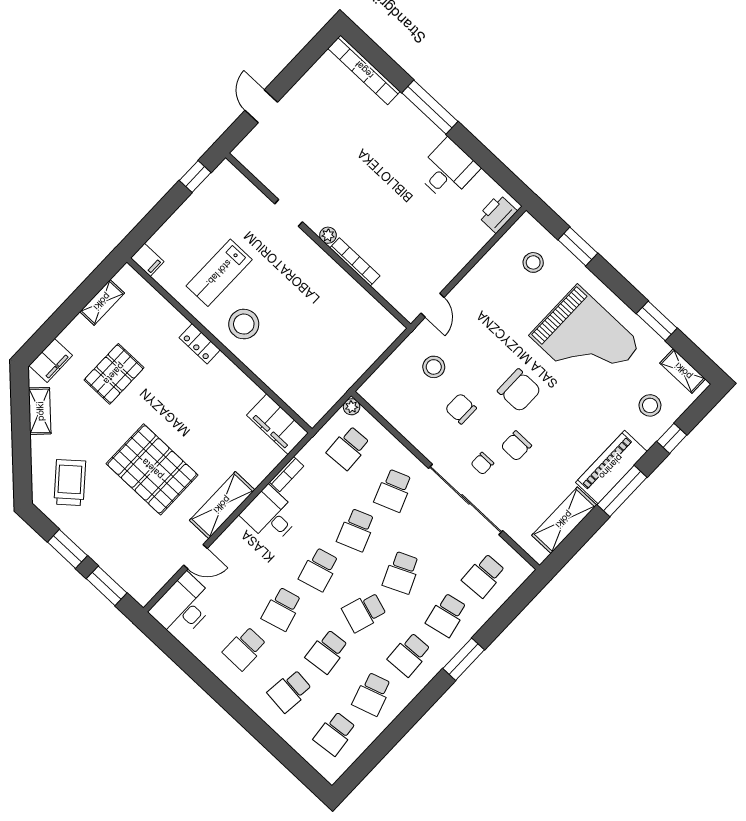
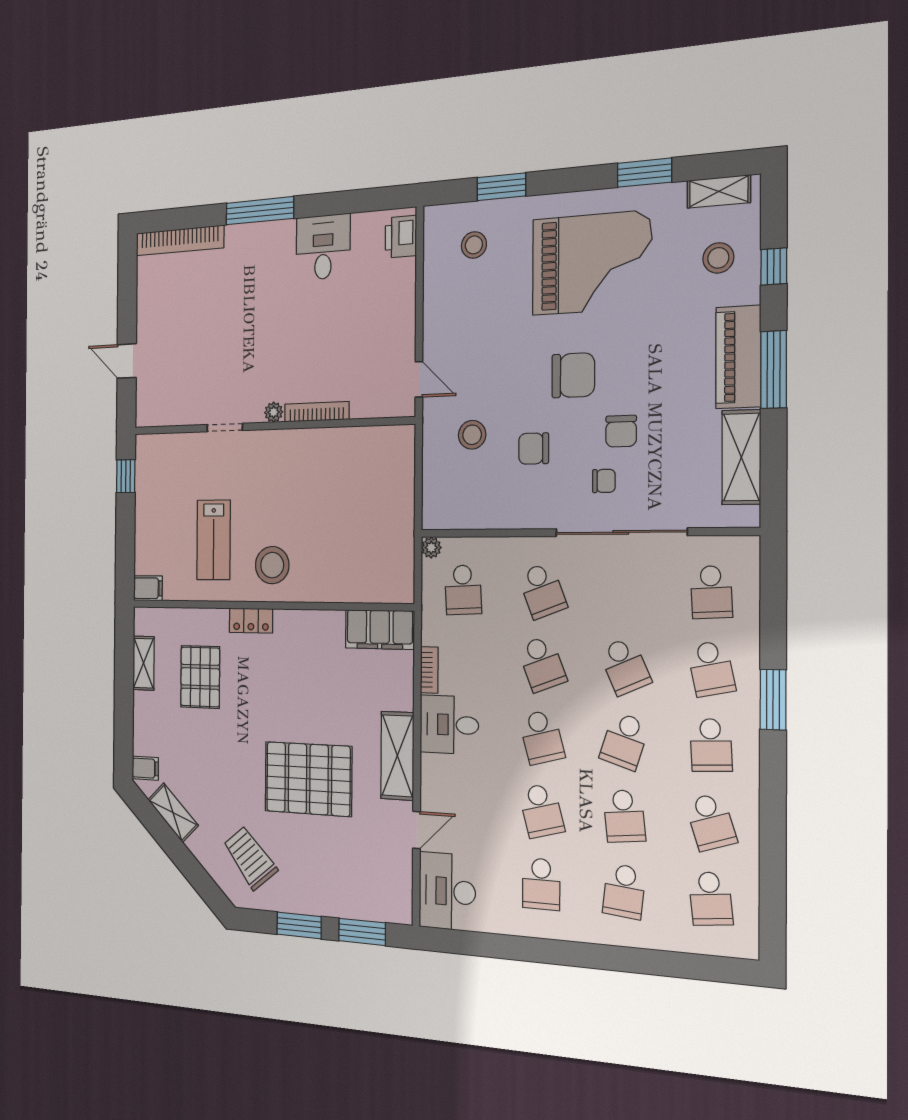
filing cabinet: (51, 361) -> (145, 768), width x0.50
pallet: (114, 374) -> (200, 677), moved
chair: (482, 463) -> (604, 481), turned -90

